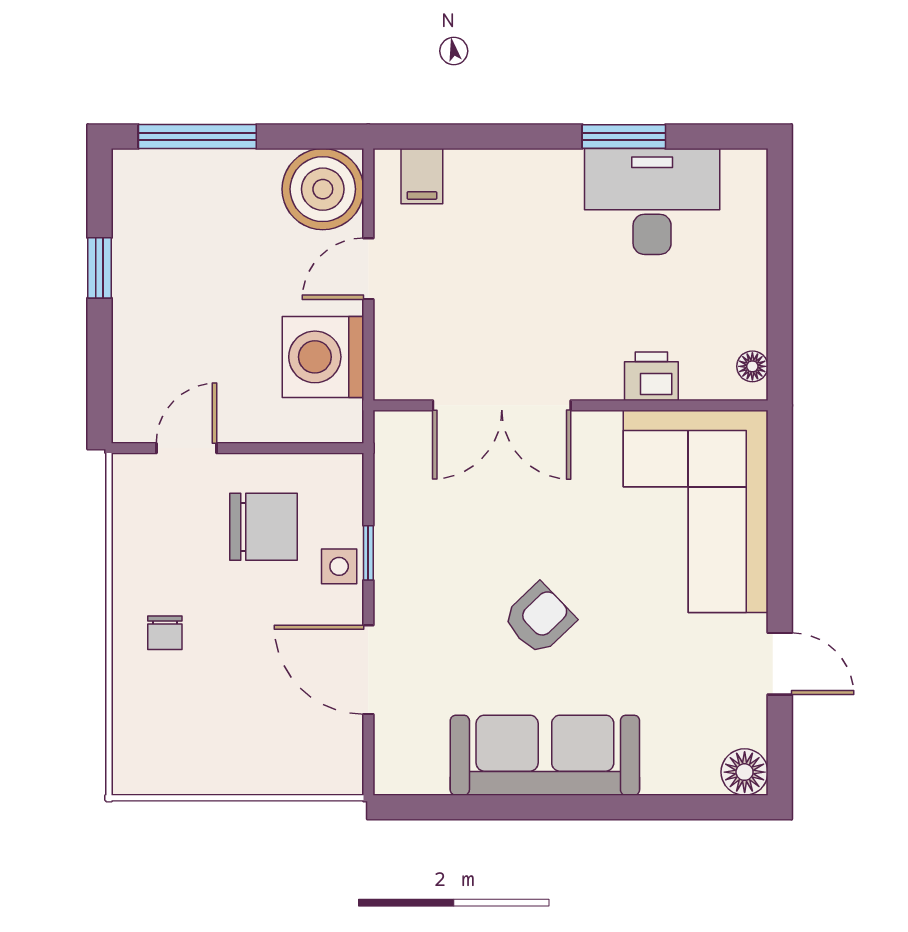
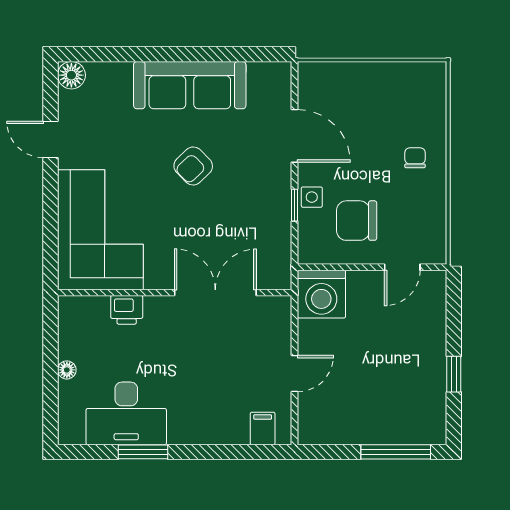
boiler: (323, 189) -> (321, 421), removed
washing machine: (323, 357) -> (321, 294), moved, turned 90
floor lamp: (752, 366) -> (67, 370), moved

